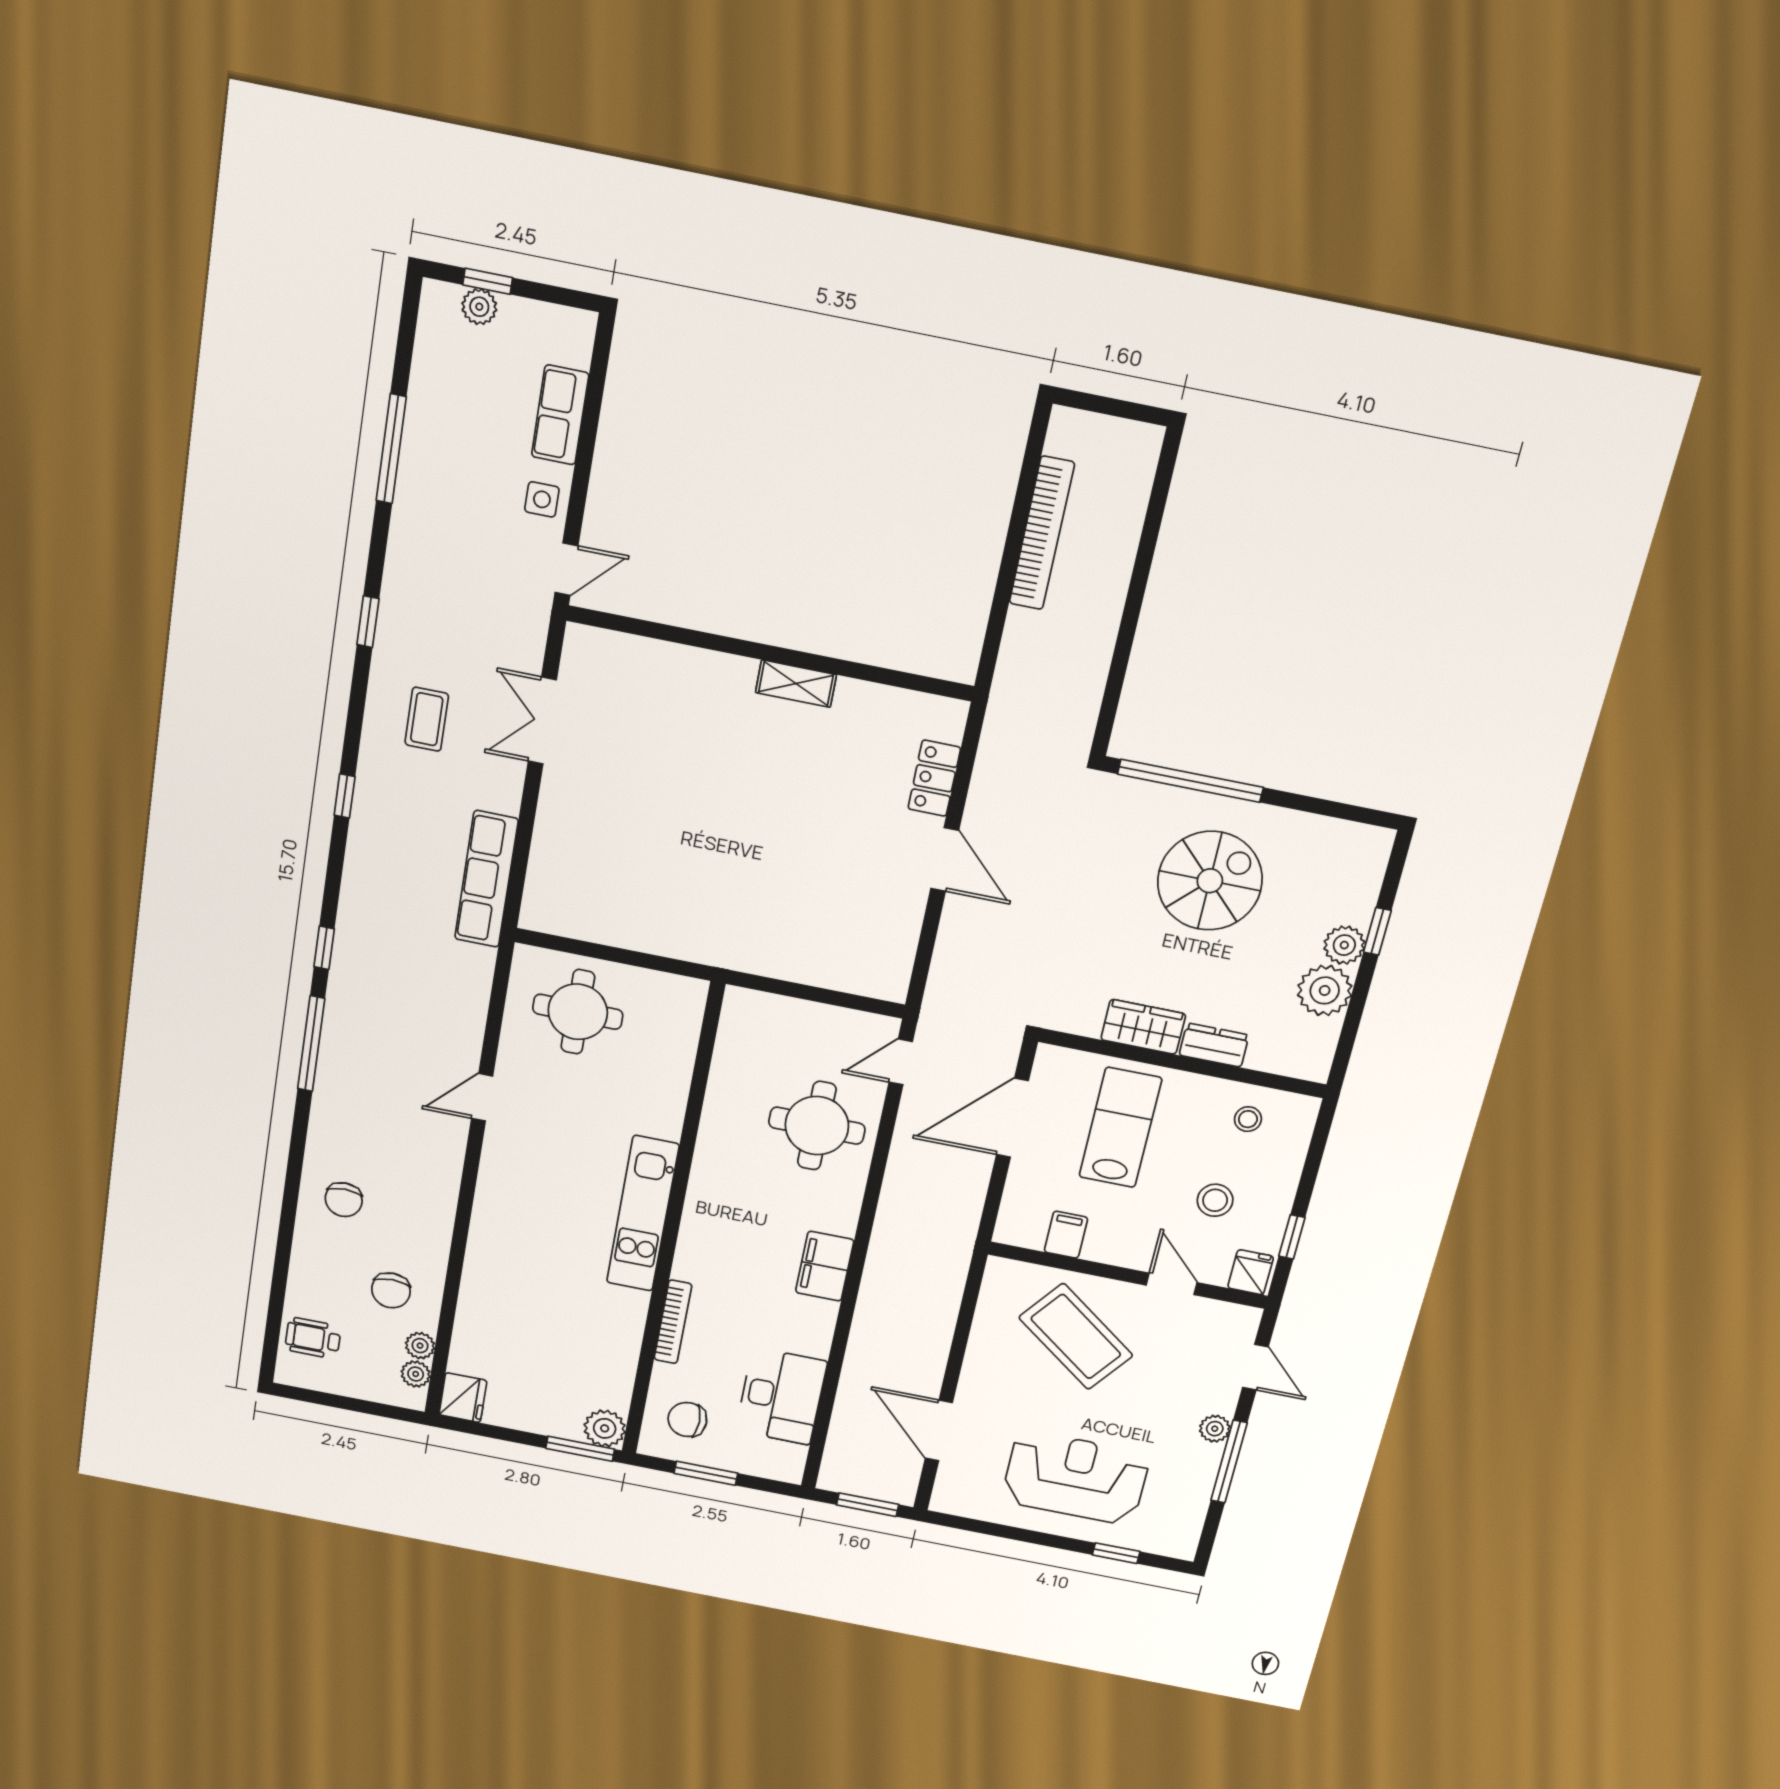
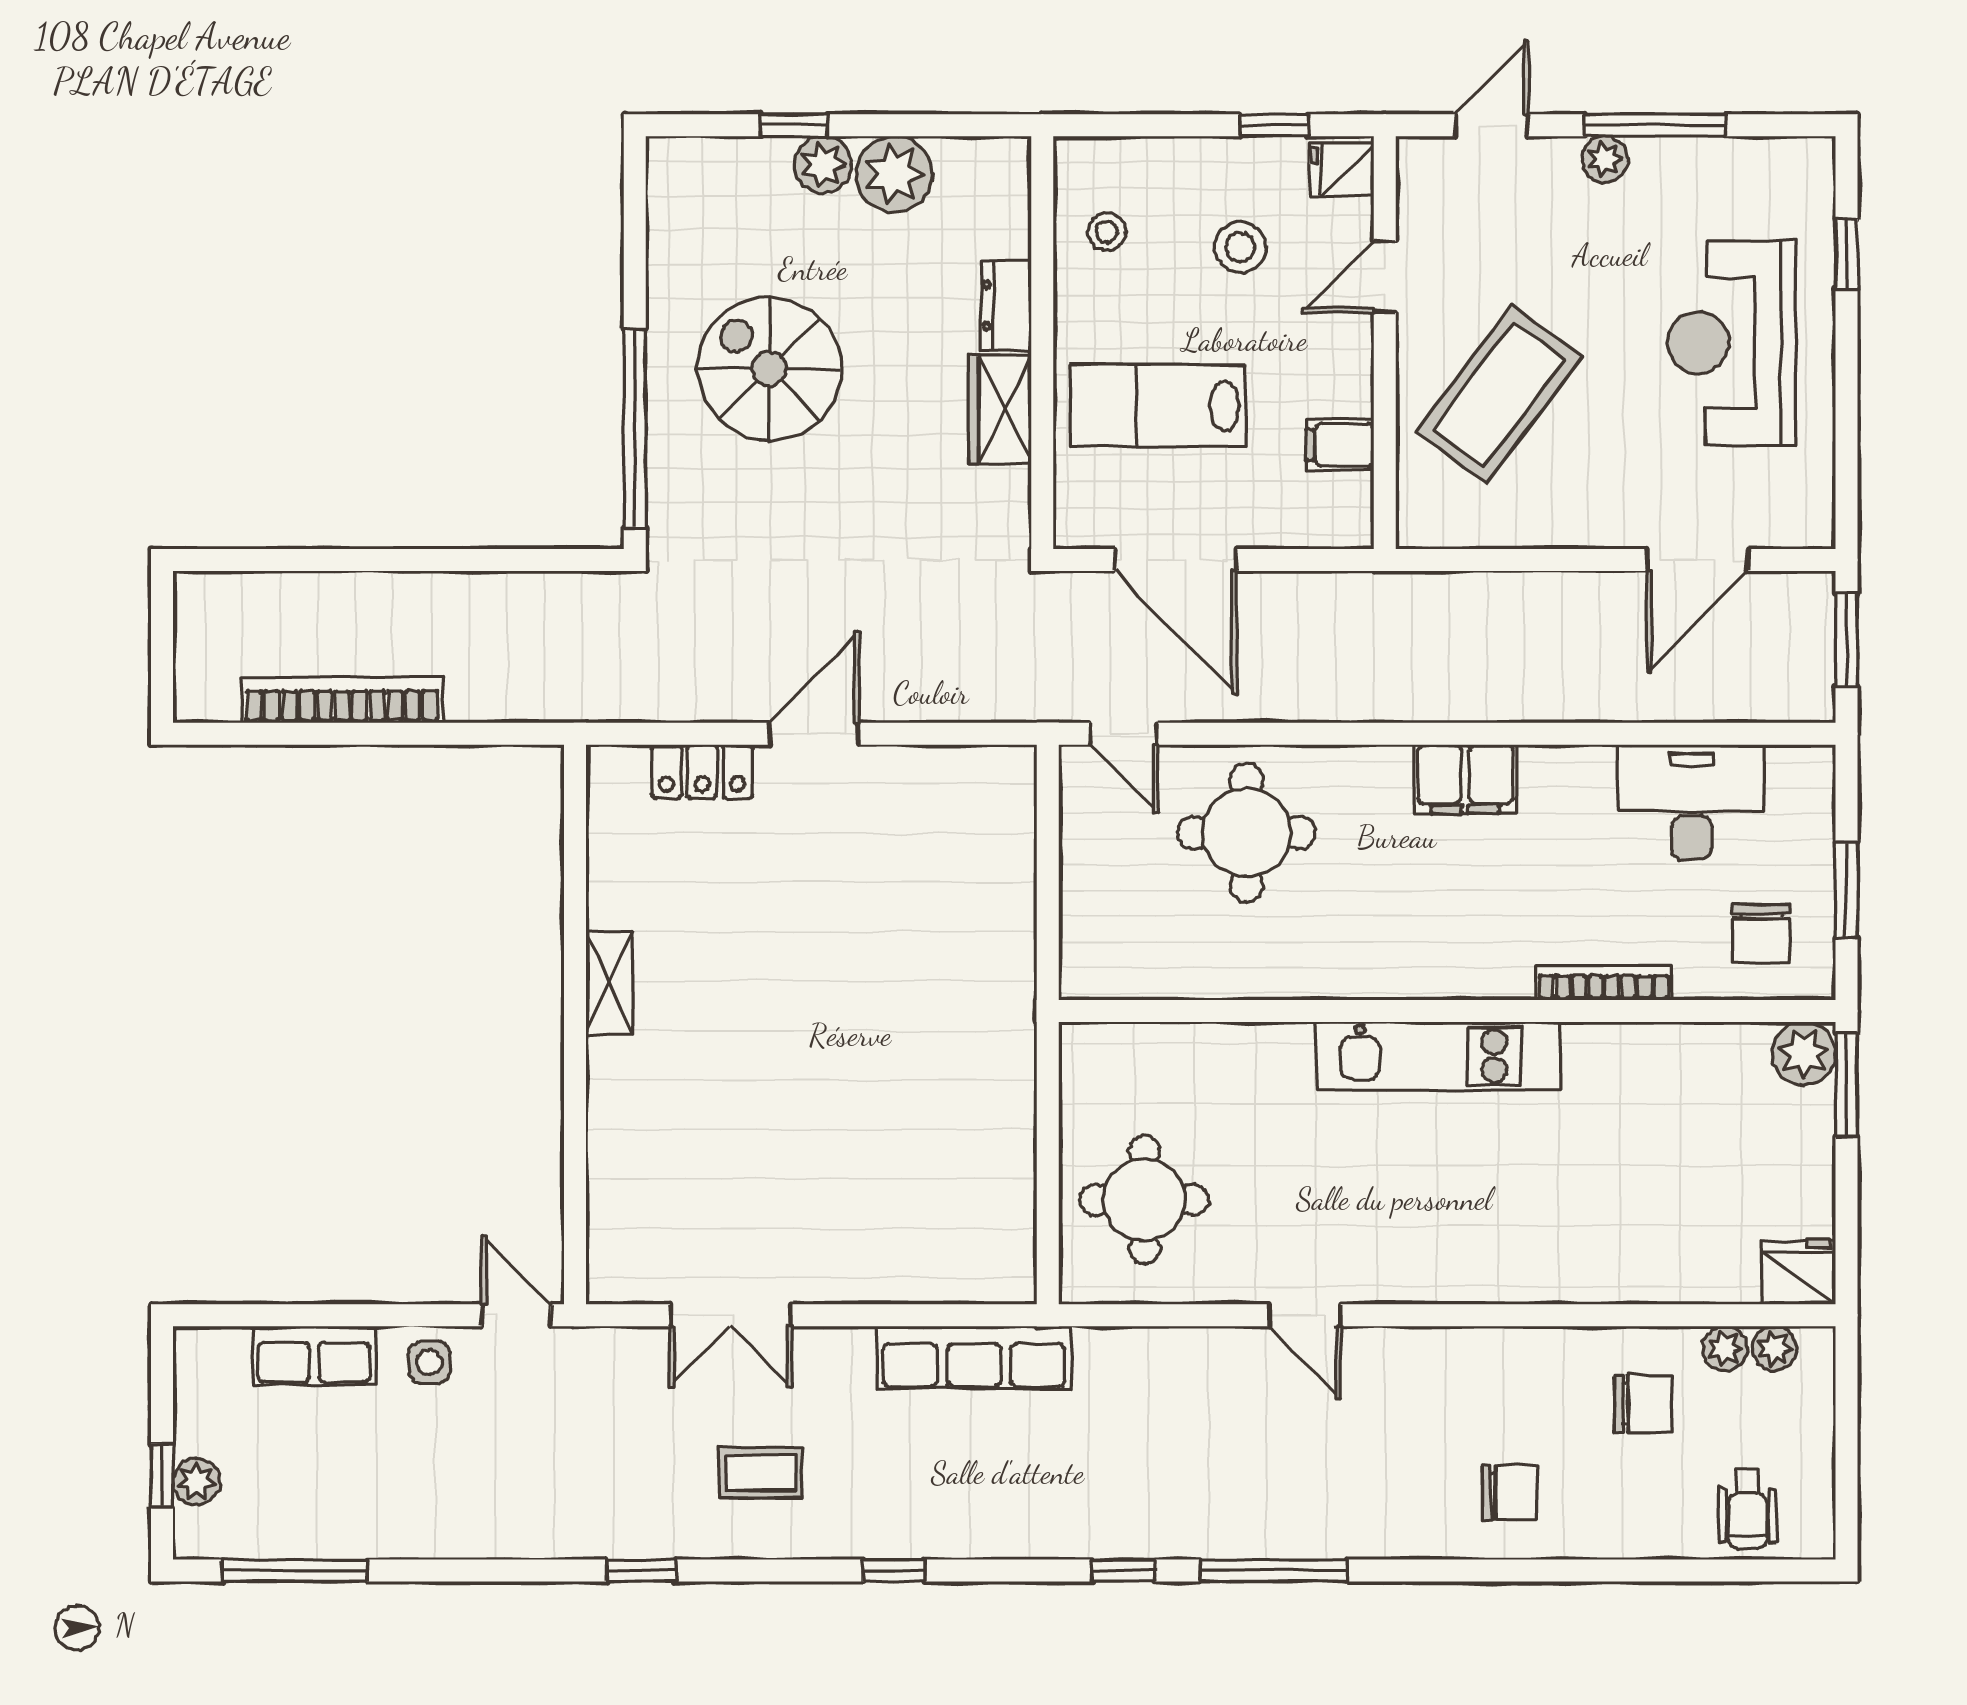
window: (391, 449) -> (295, 1571), moved

